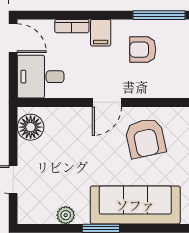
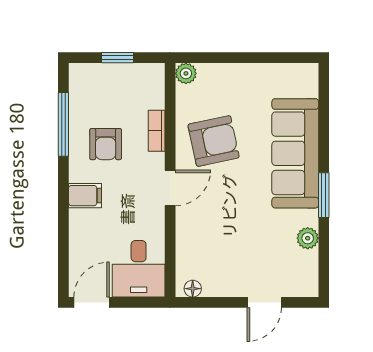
bookcase: (72, 26) -> (157, 131), moved, turned 180
door: (107, 102) -> (170, 188), hinge flipped
floor lamp: (31, 127) -> (193, 289), width x0.53, depth x0.53

